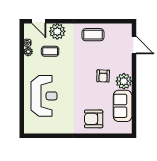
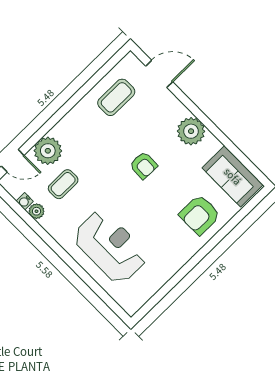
coffee table: (93, 35) -> (116, 97), moved
armchair: (103, 76) -> (144, 165), moved
sofa: (123, 106) -> (233, 176), moved

